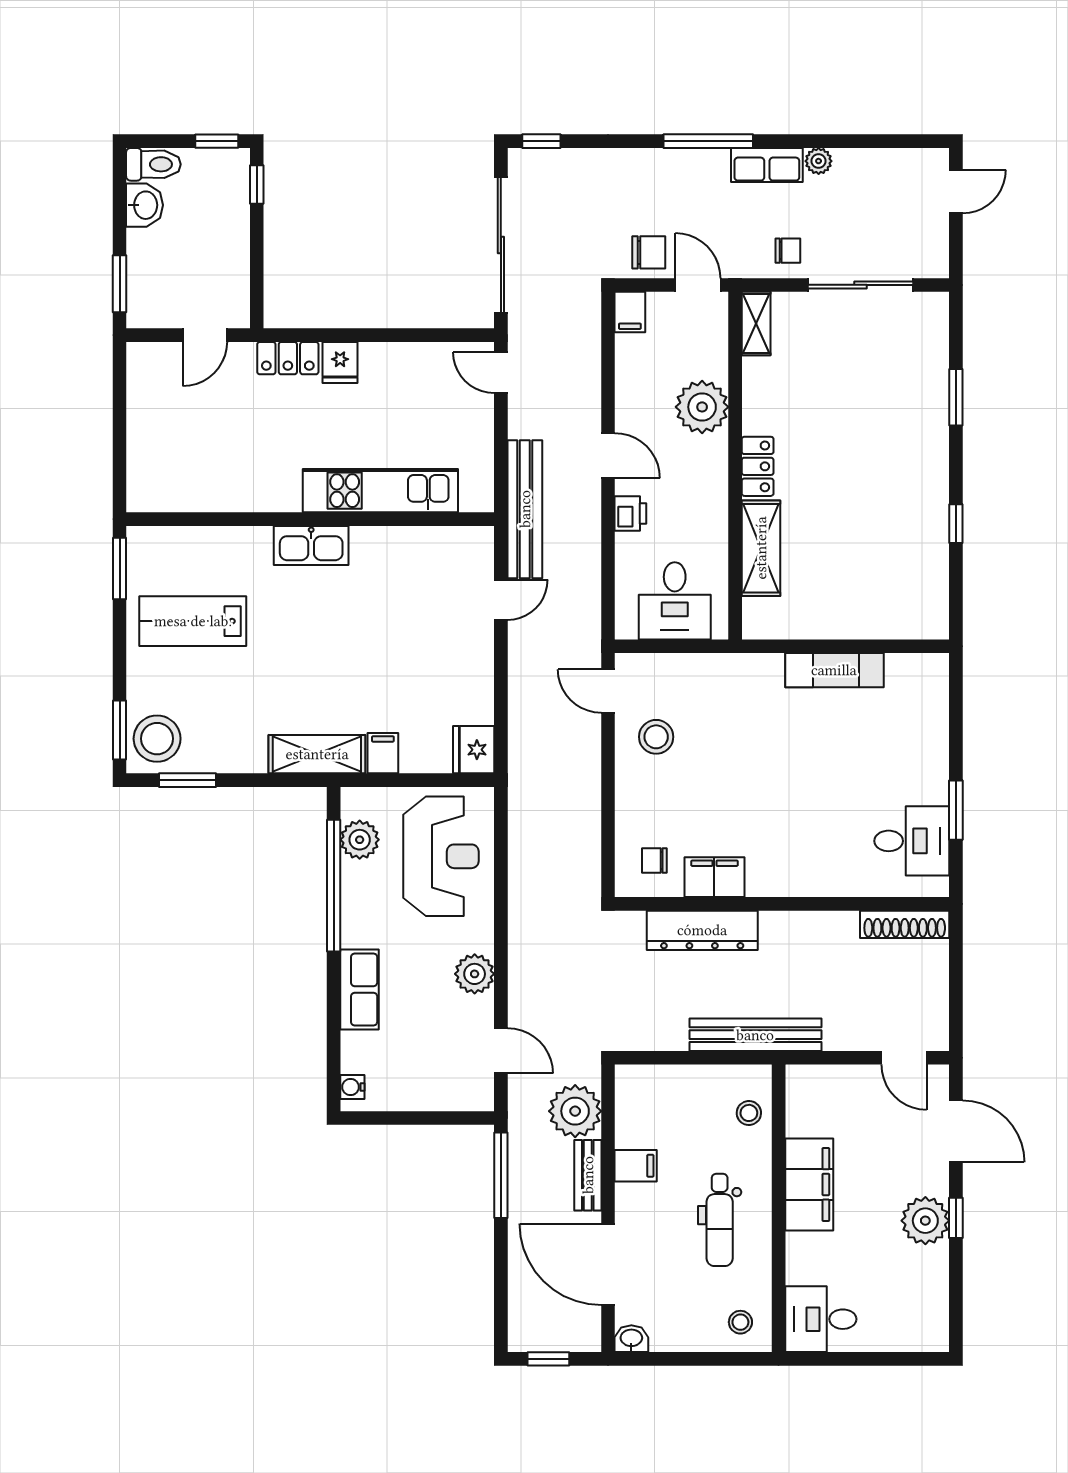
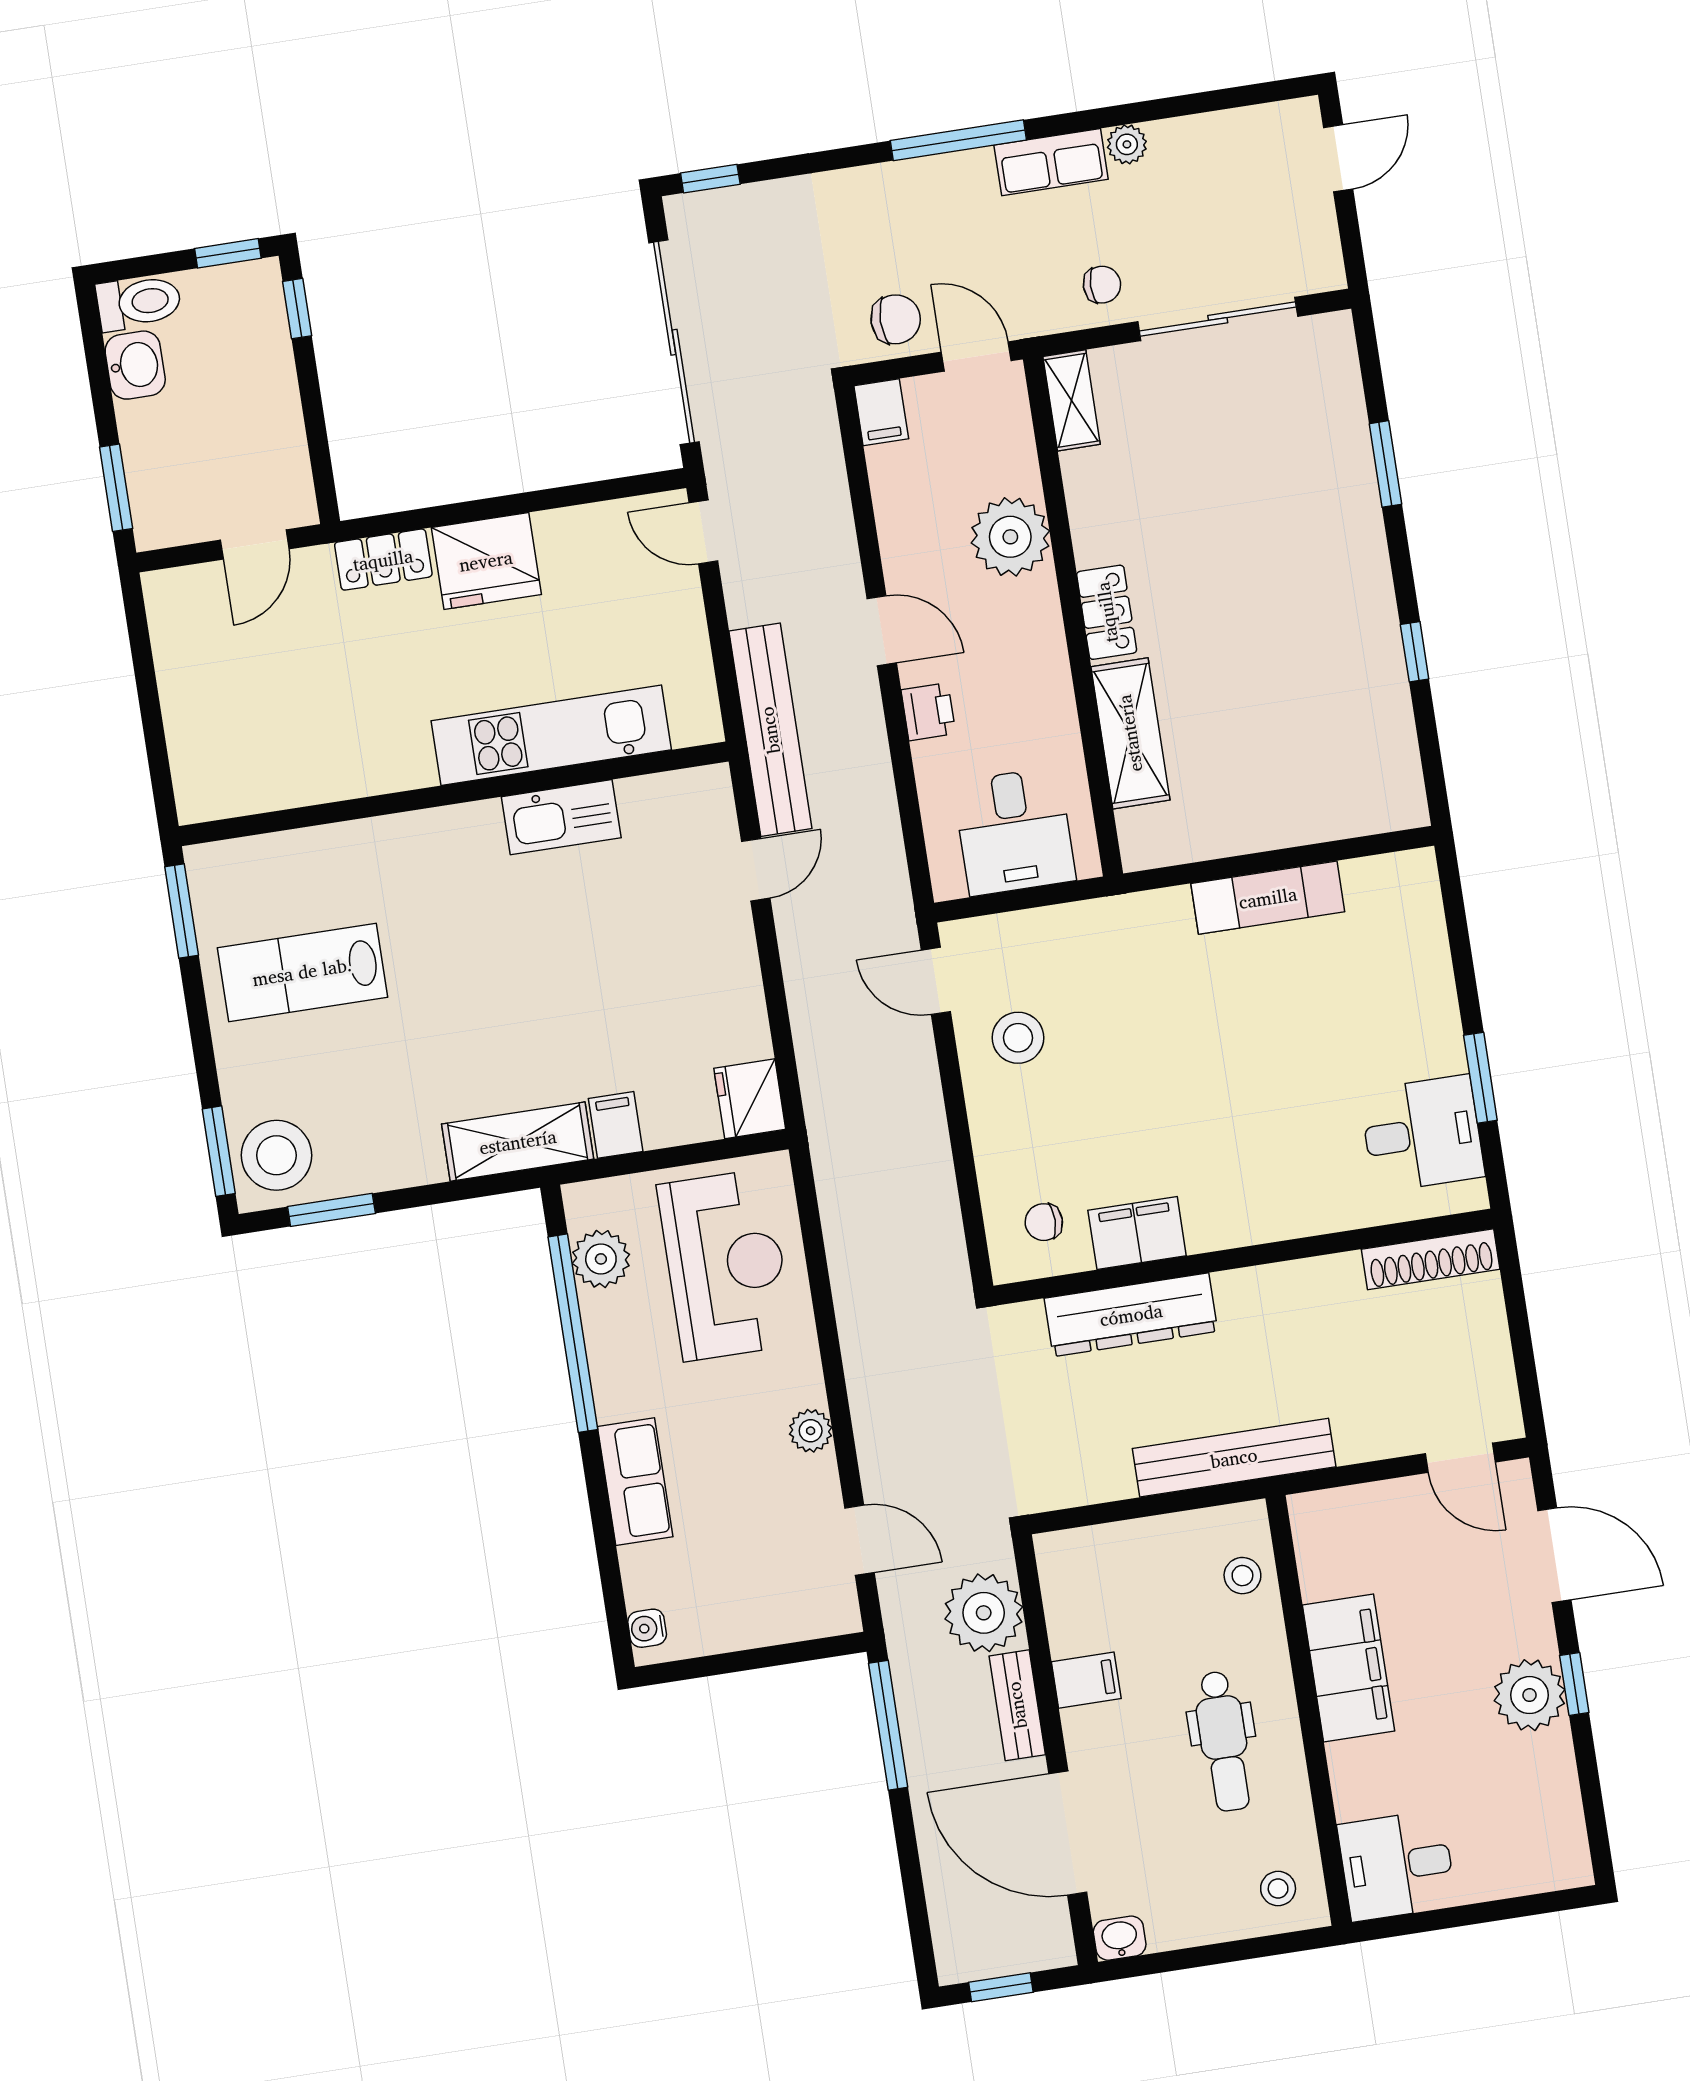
fridge: (340, 363) -> (486, 561), width x1.88, depth x1.34
kitchen sink: (311, 545) -> (561, 817), moved
plant: (475, 974) -> (811, 1431), width x0.73, depth x0.73

